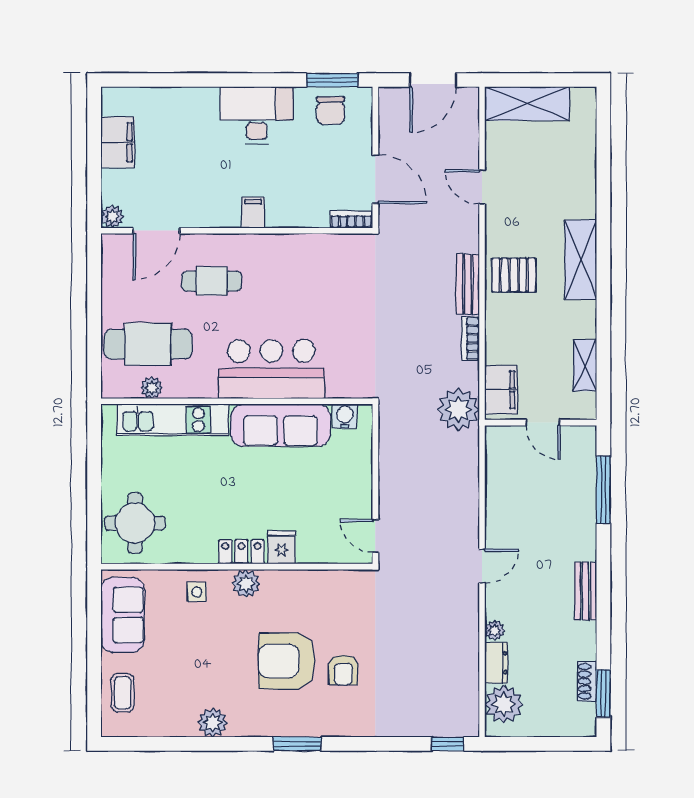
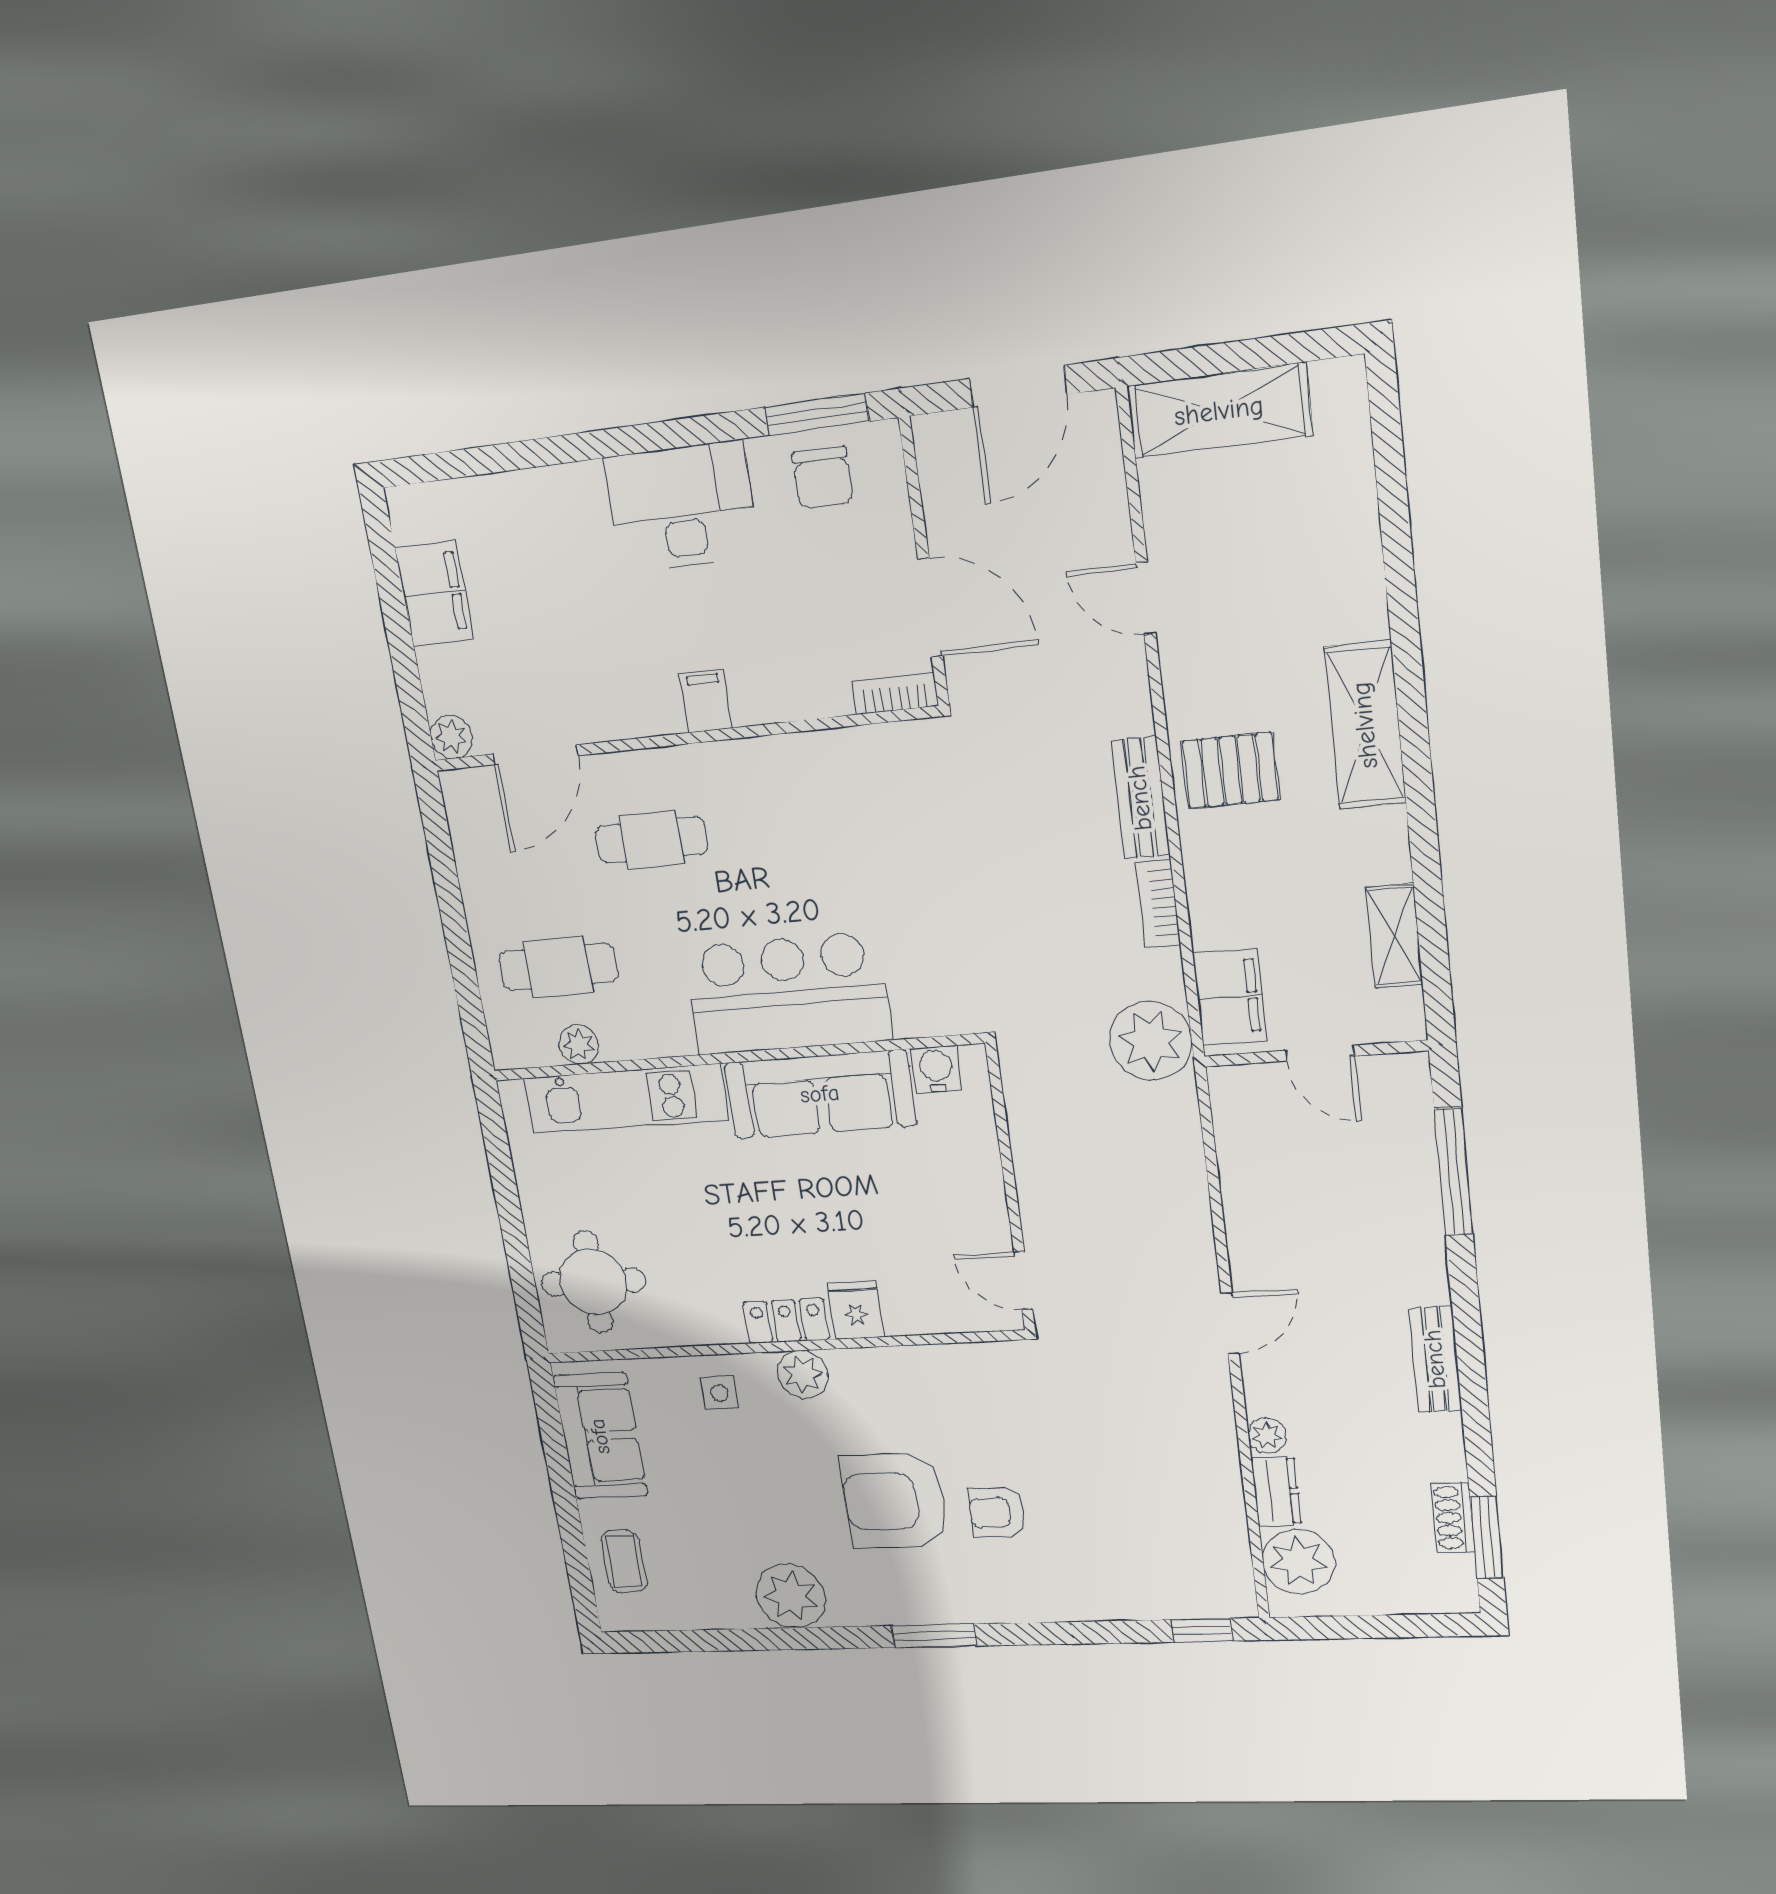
cafe table: (148, 344) -> (558, 967), width x0.73, depth x0.74
armchair: (343, 670) -> (997, 1513), turned 90
plant: (213, 723) -> (791, 1596), width x1.36, depth x1.36

